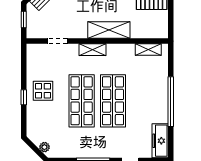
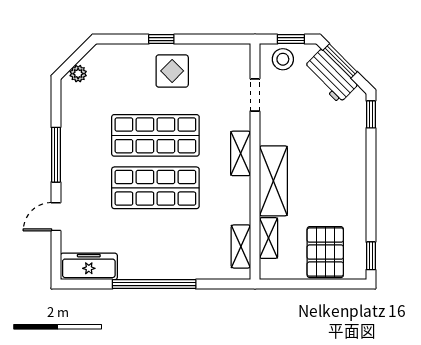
stool: (36, 24) -> (283, 59), added
shelving: (143, 33) -> (269, 238), added

